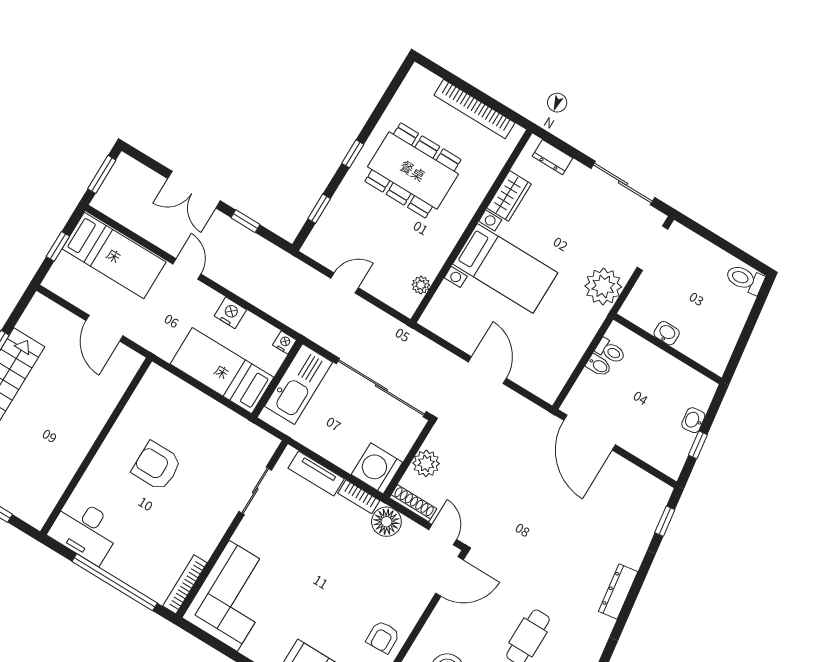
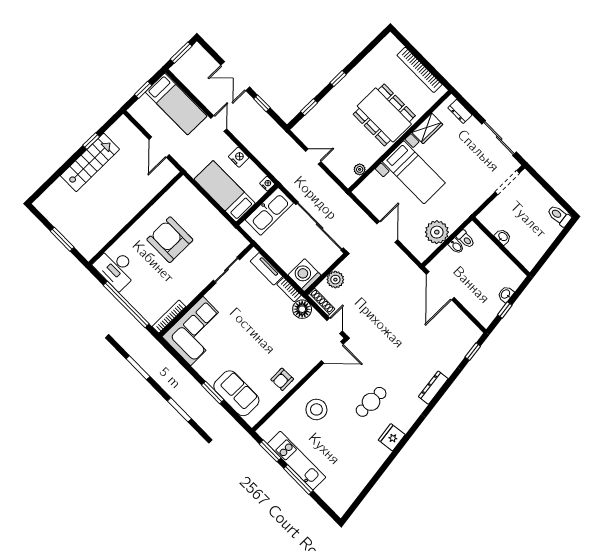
dining table: (413, 170) -> (384, 115), moved
plant: (603, 286) -> (437, 232), moved
armchair: (157, 466) -> (170, 240), width x1.36, depth x1.36

